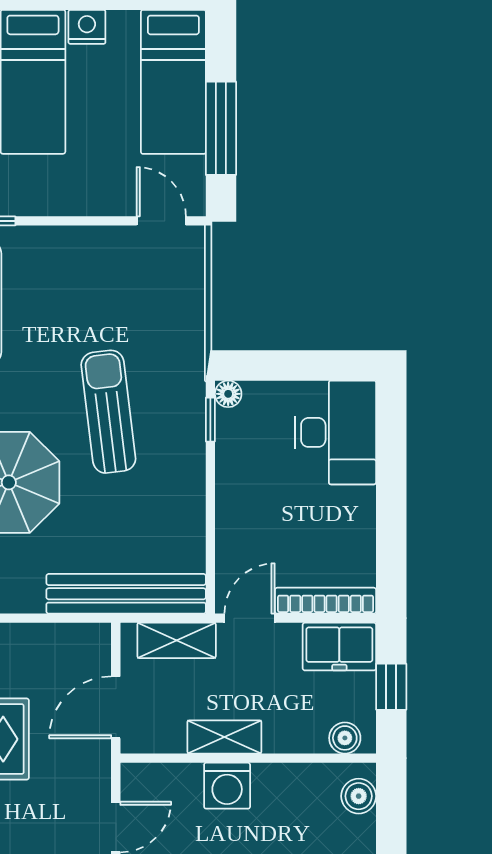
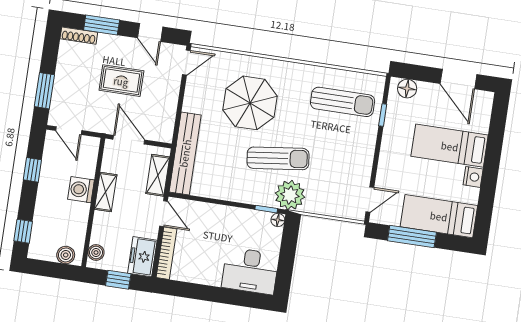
plant: (176, 378) -> (290, 195), added

